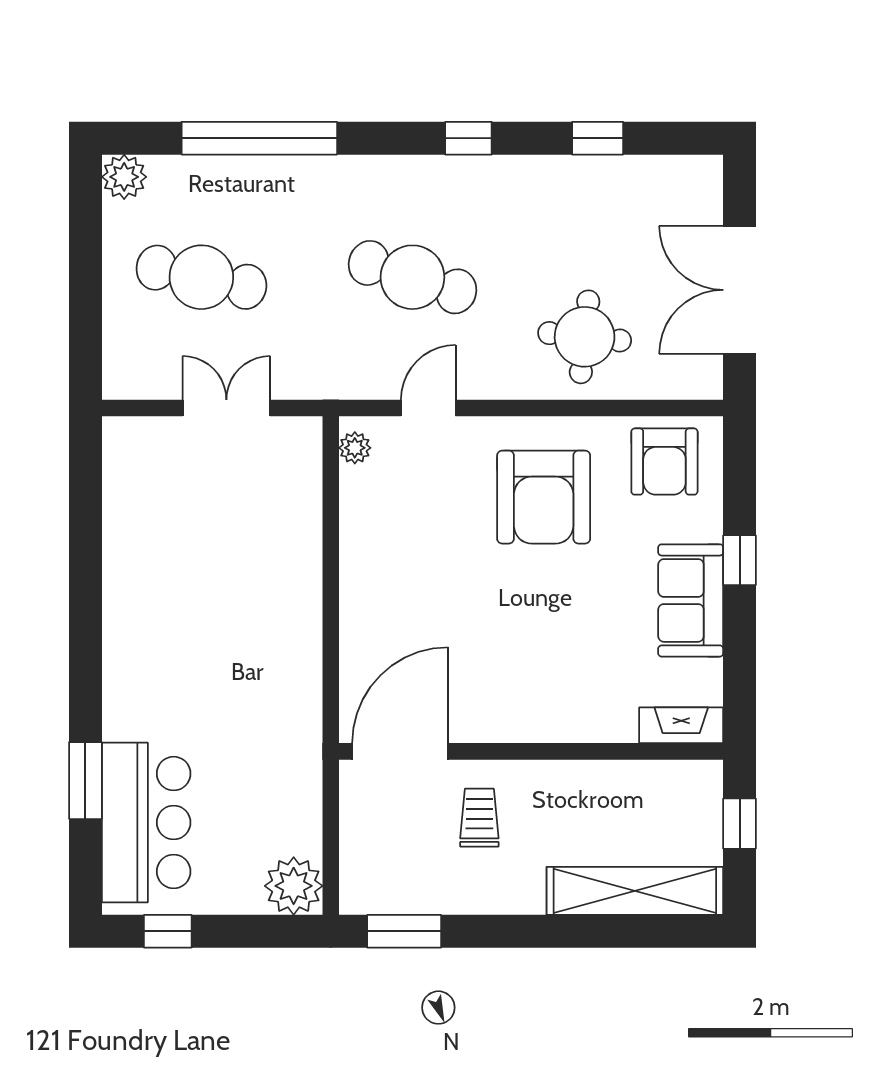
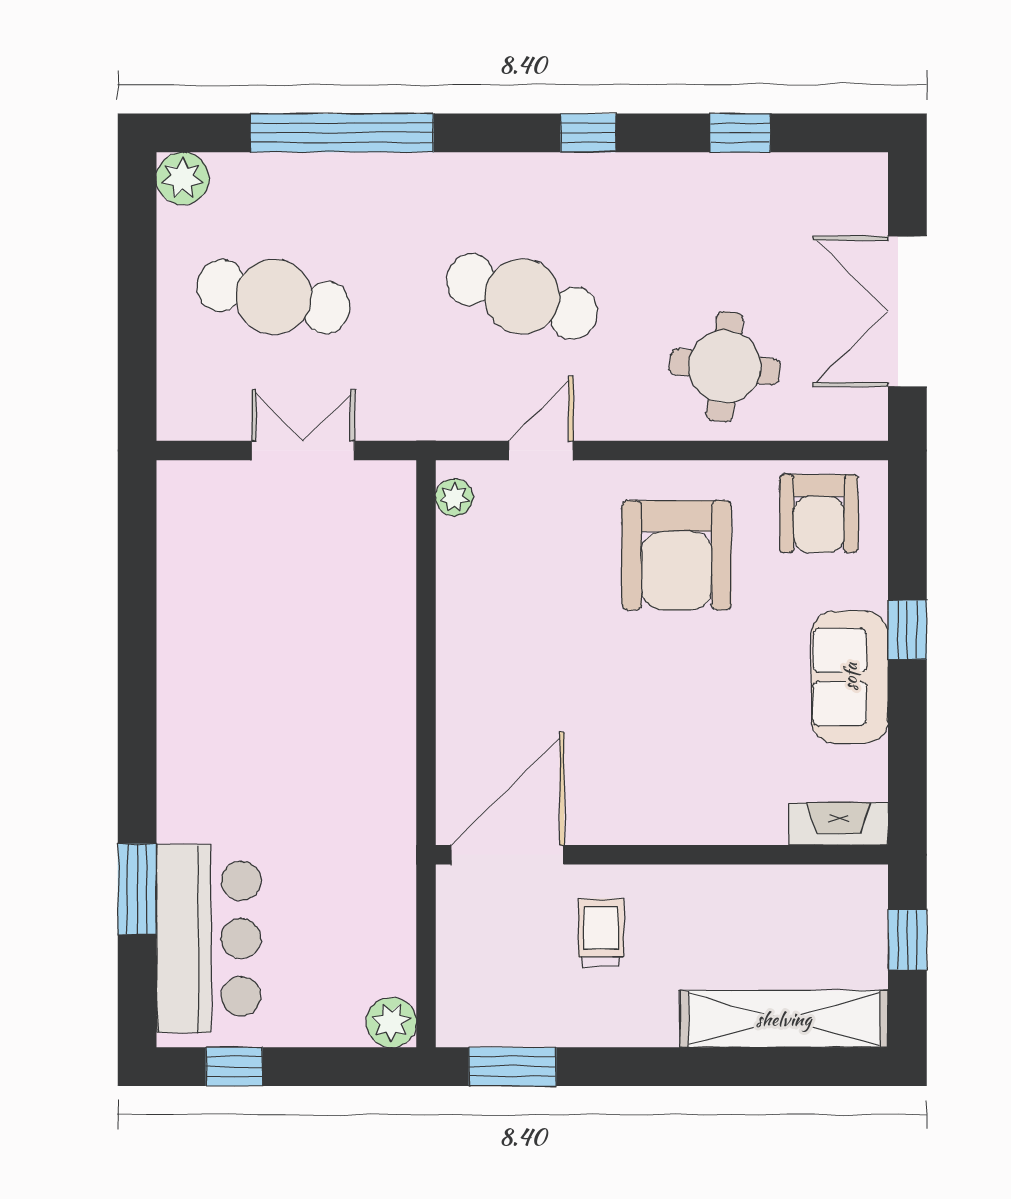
plant: (294, 886) -> (391, 1022), width x0.73, depth x0.73

